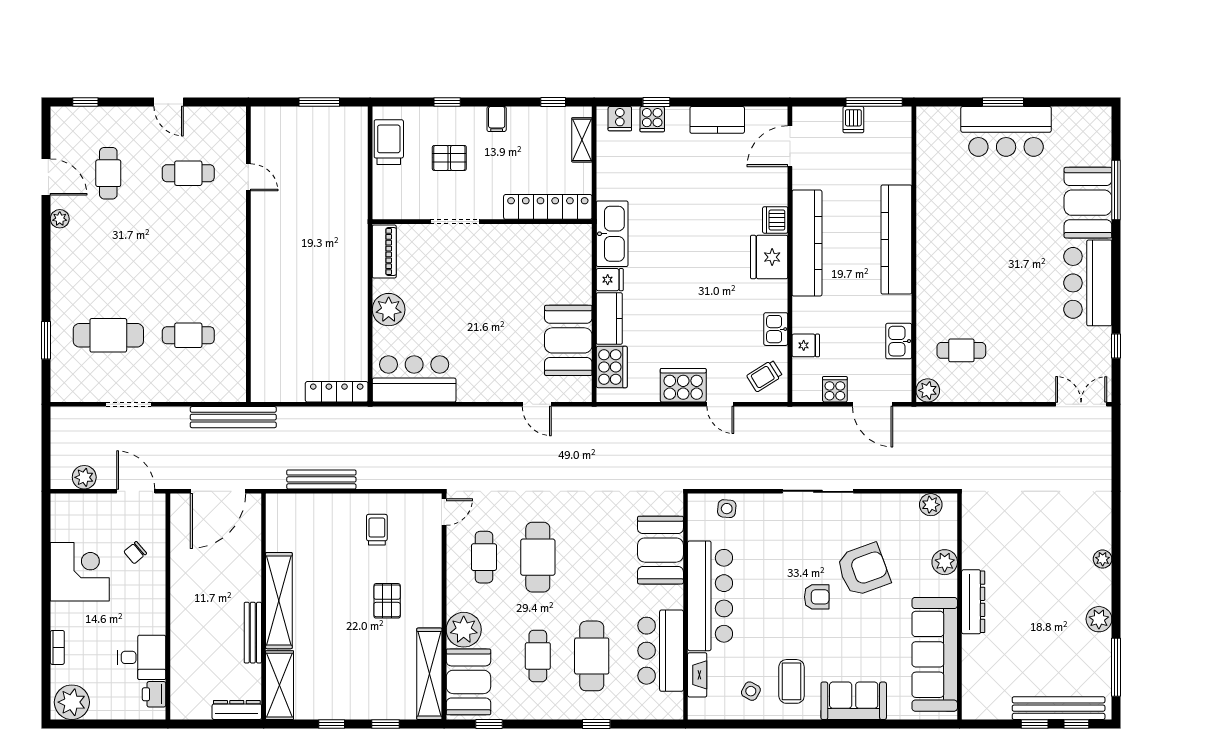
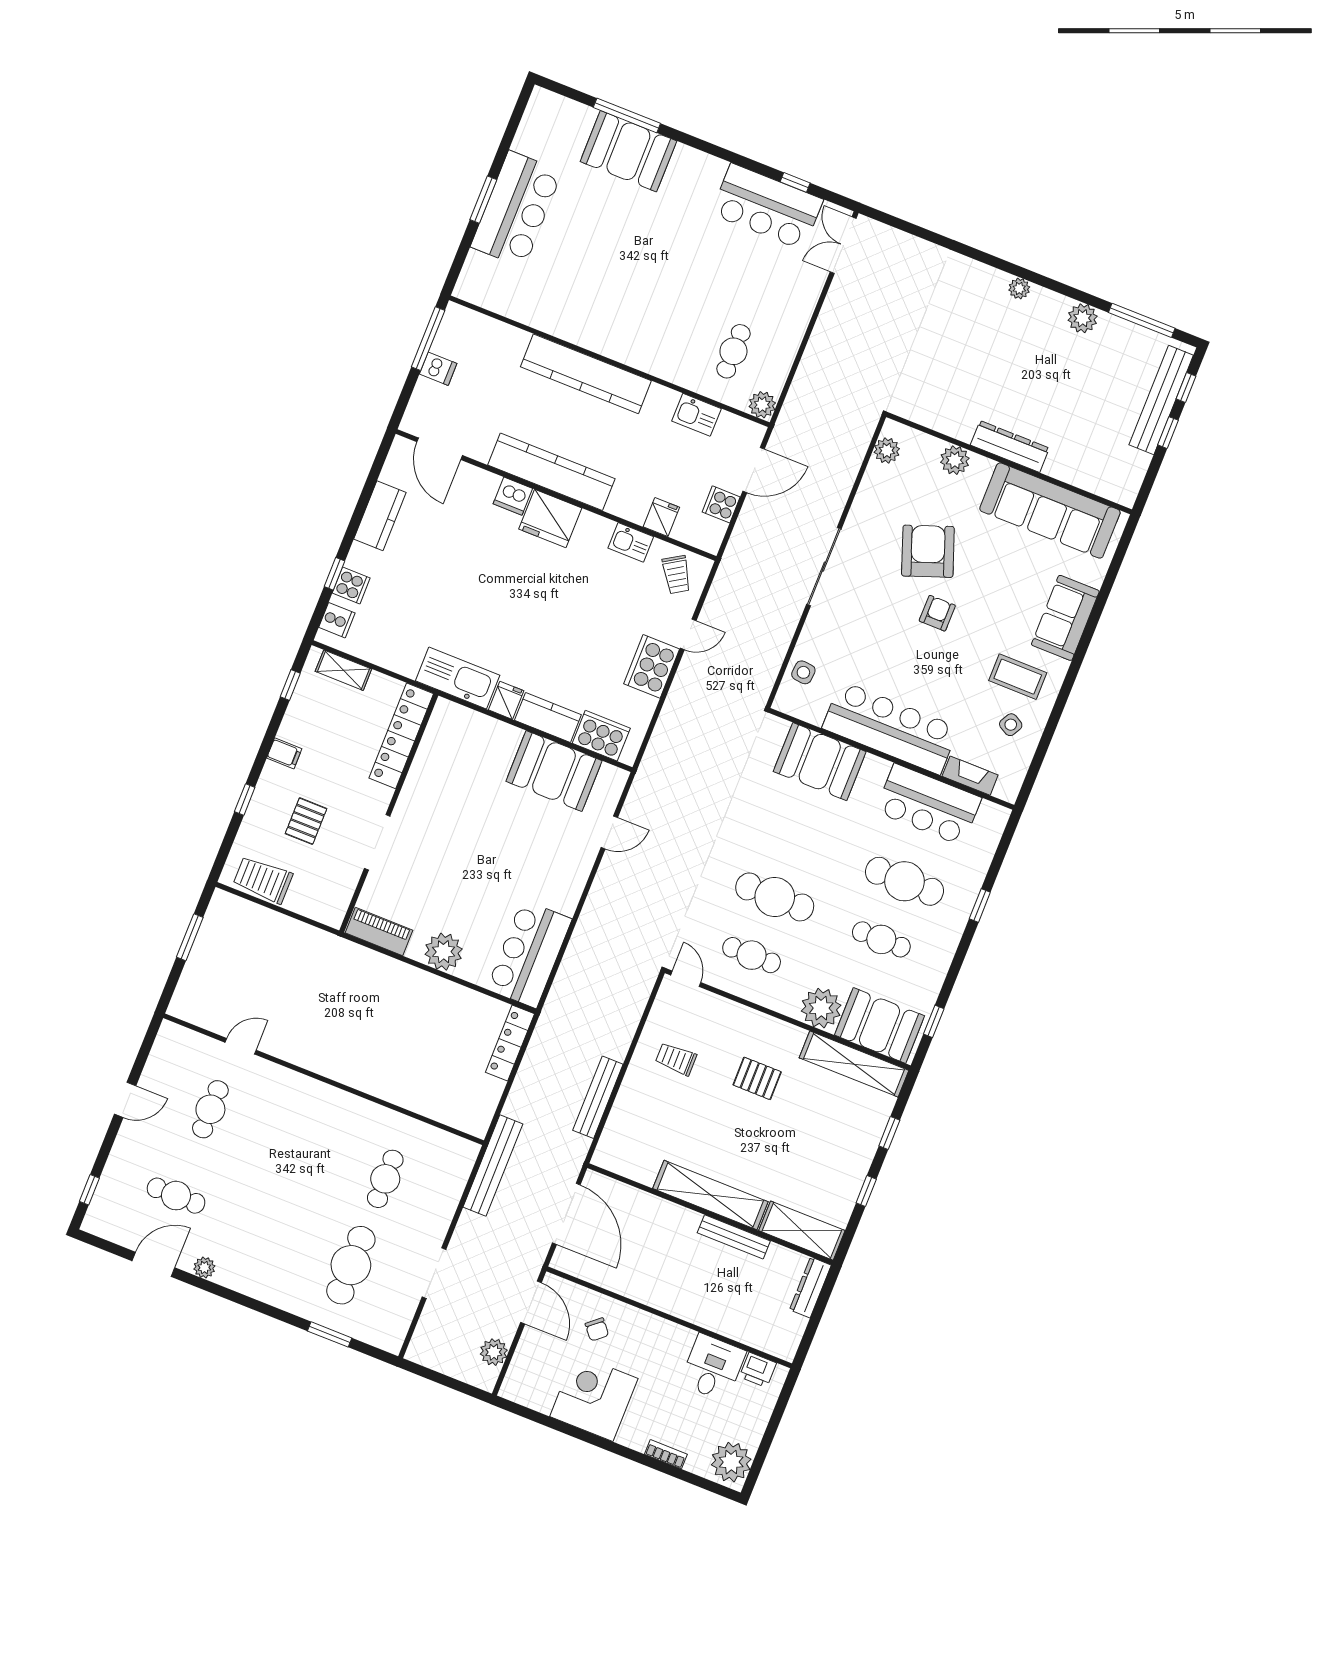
bar counter: (1088, 283) -> (767, 207), moved
door: (136, 491) -> (531, 1303), swing flipped

